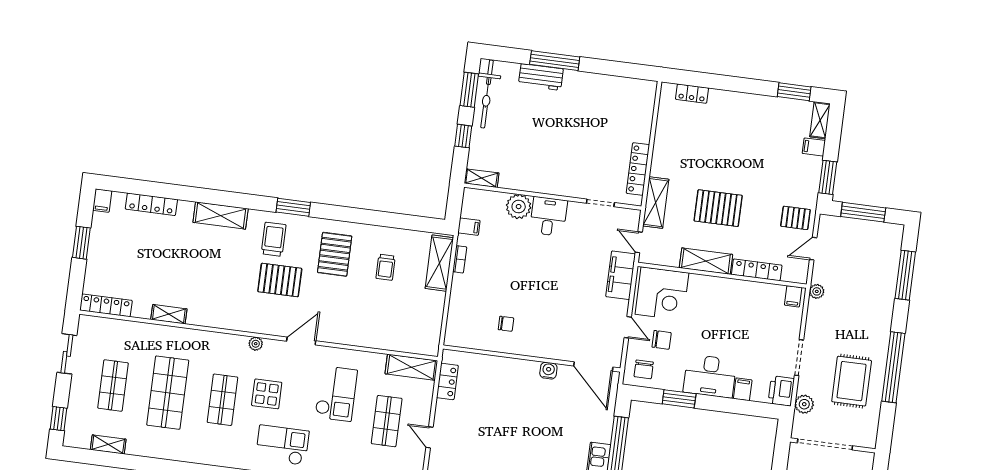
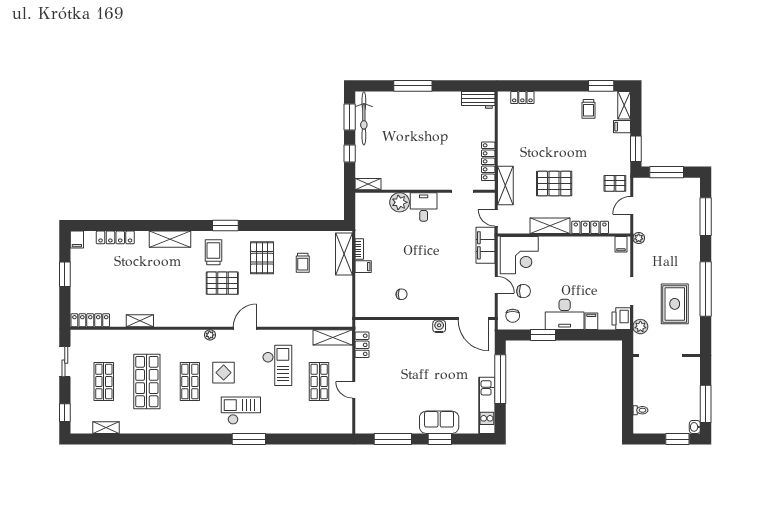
workbench: (541, 77) -> (478, 100), moved
trolley: (774, 119) -> (588, 109), added
filing cabinet: (469, 227) -> (363, 267), moved

